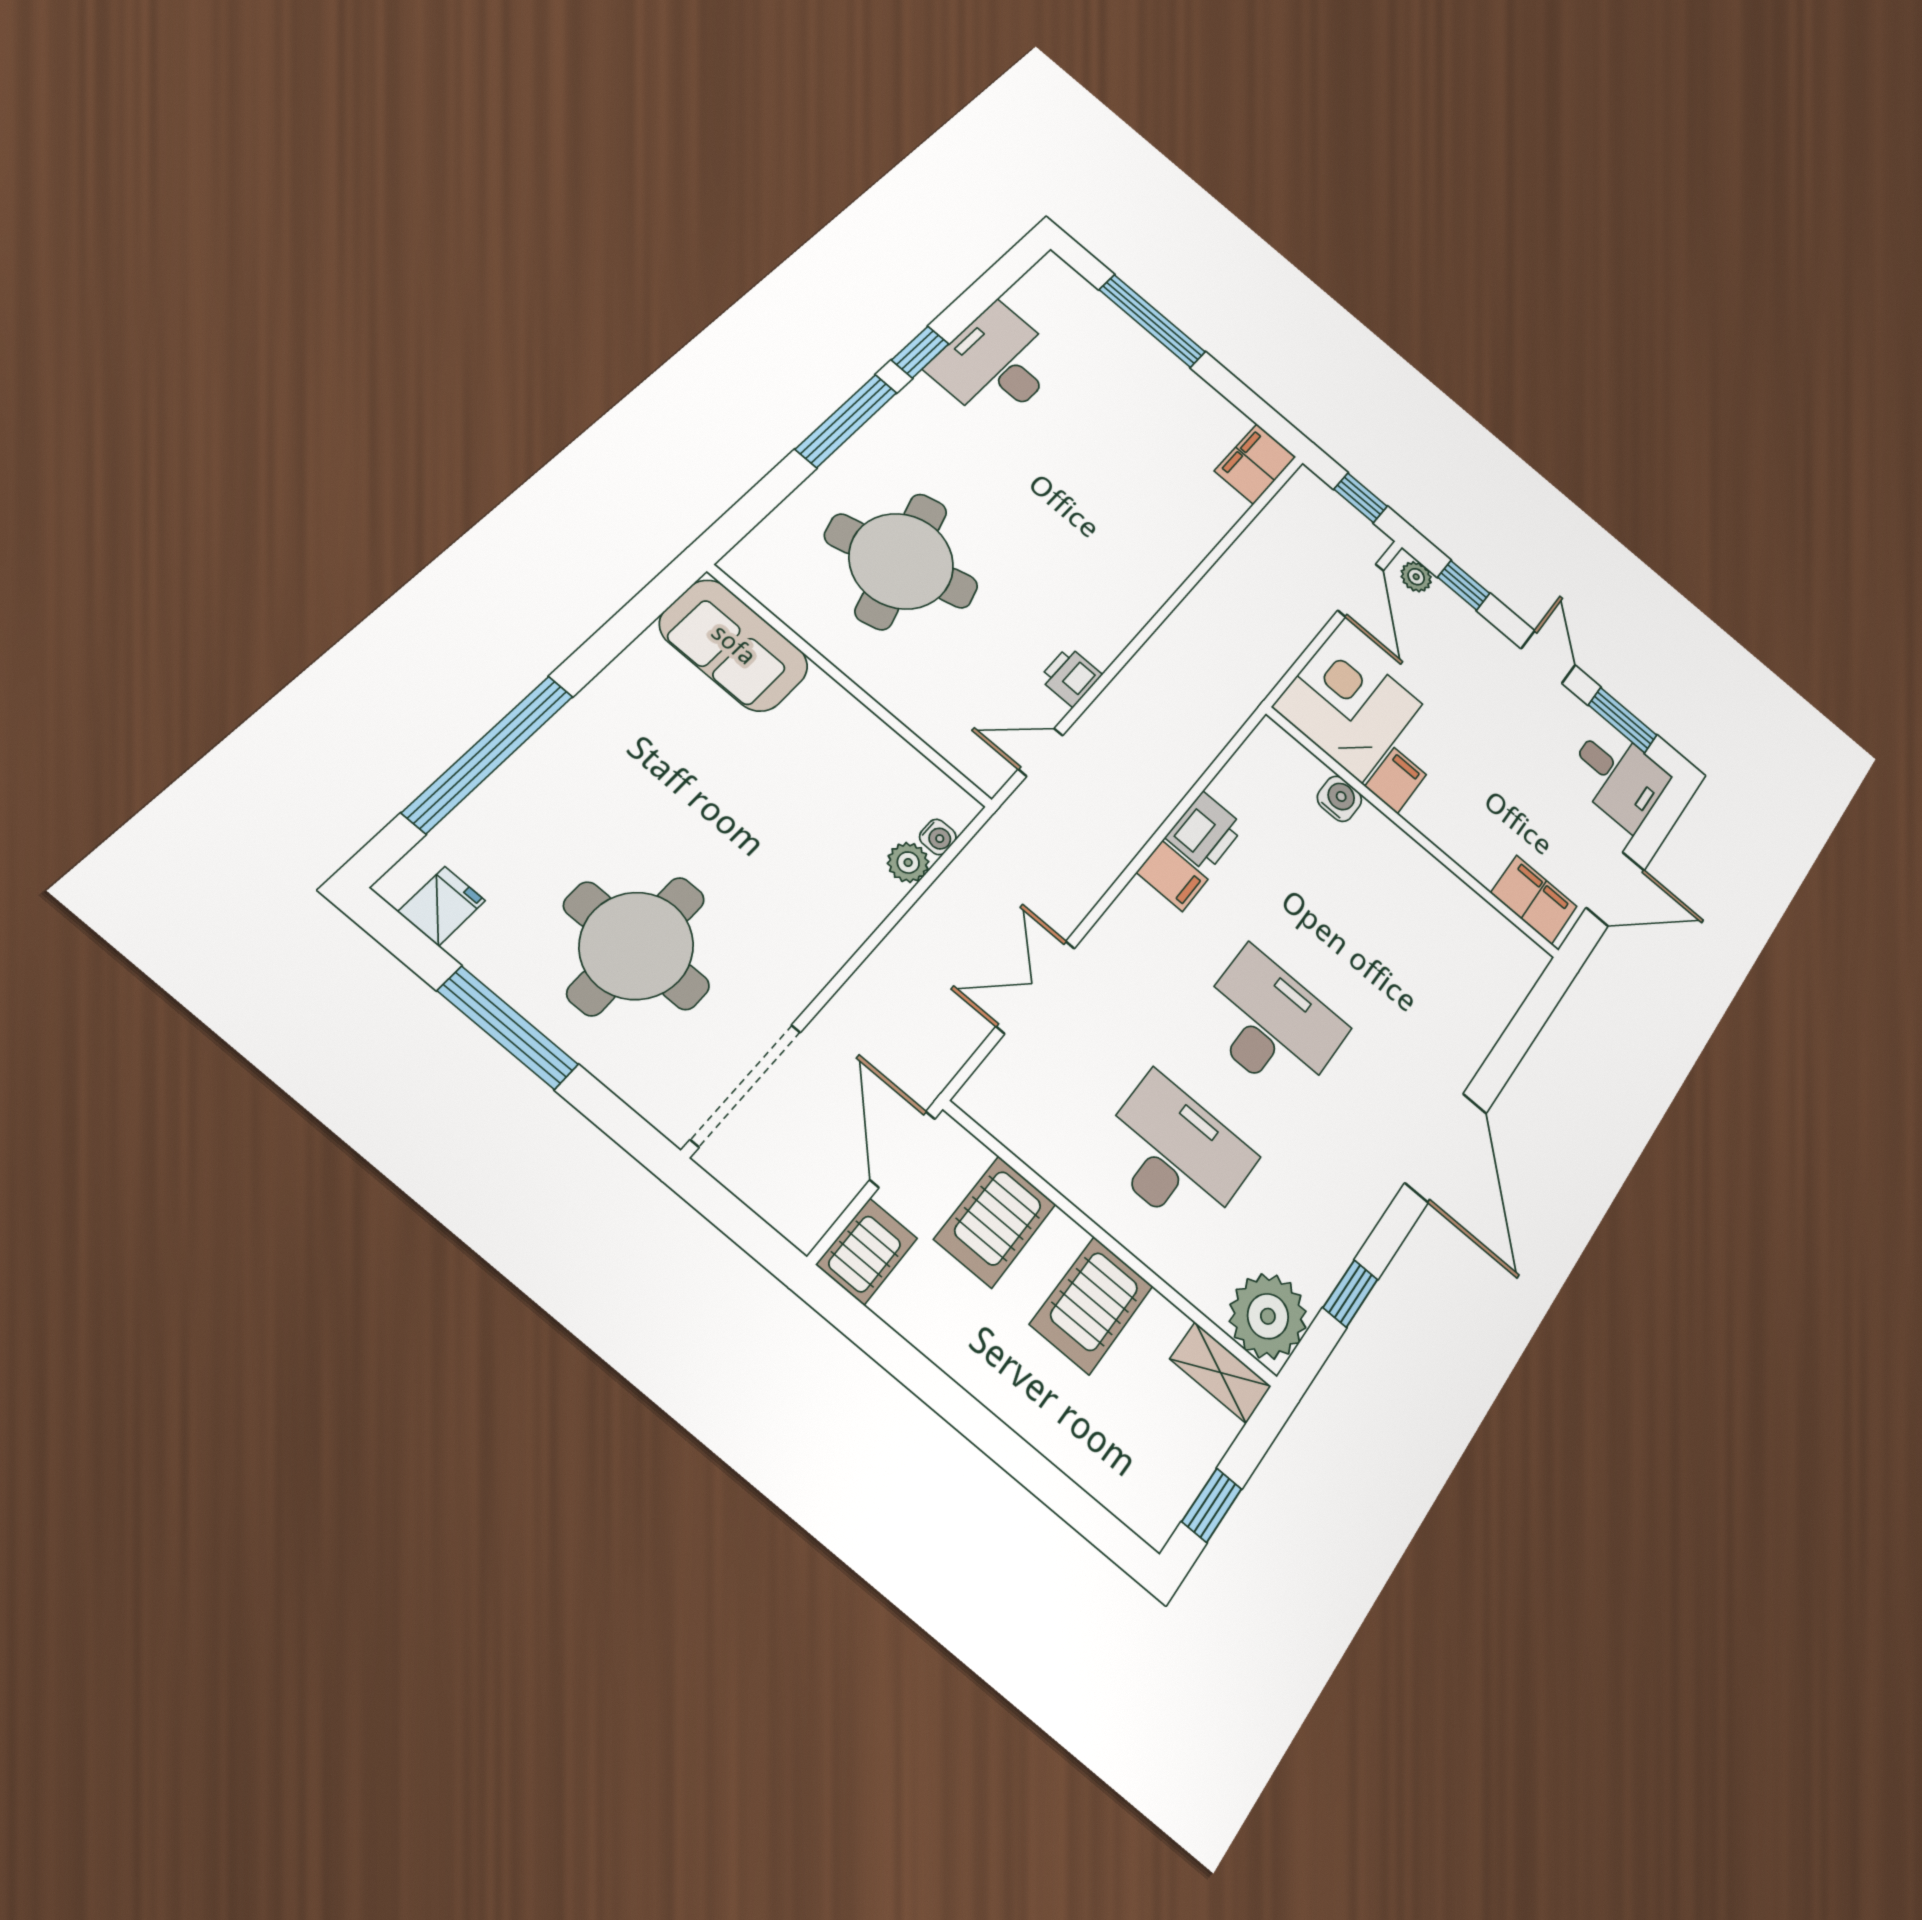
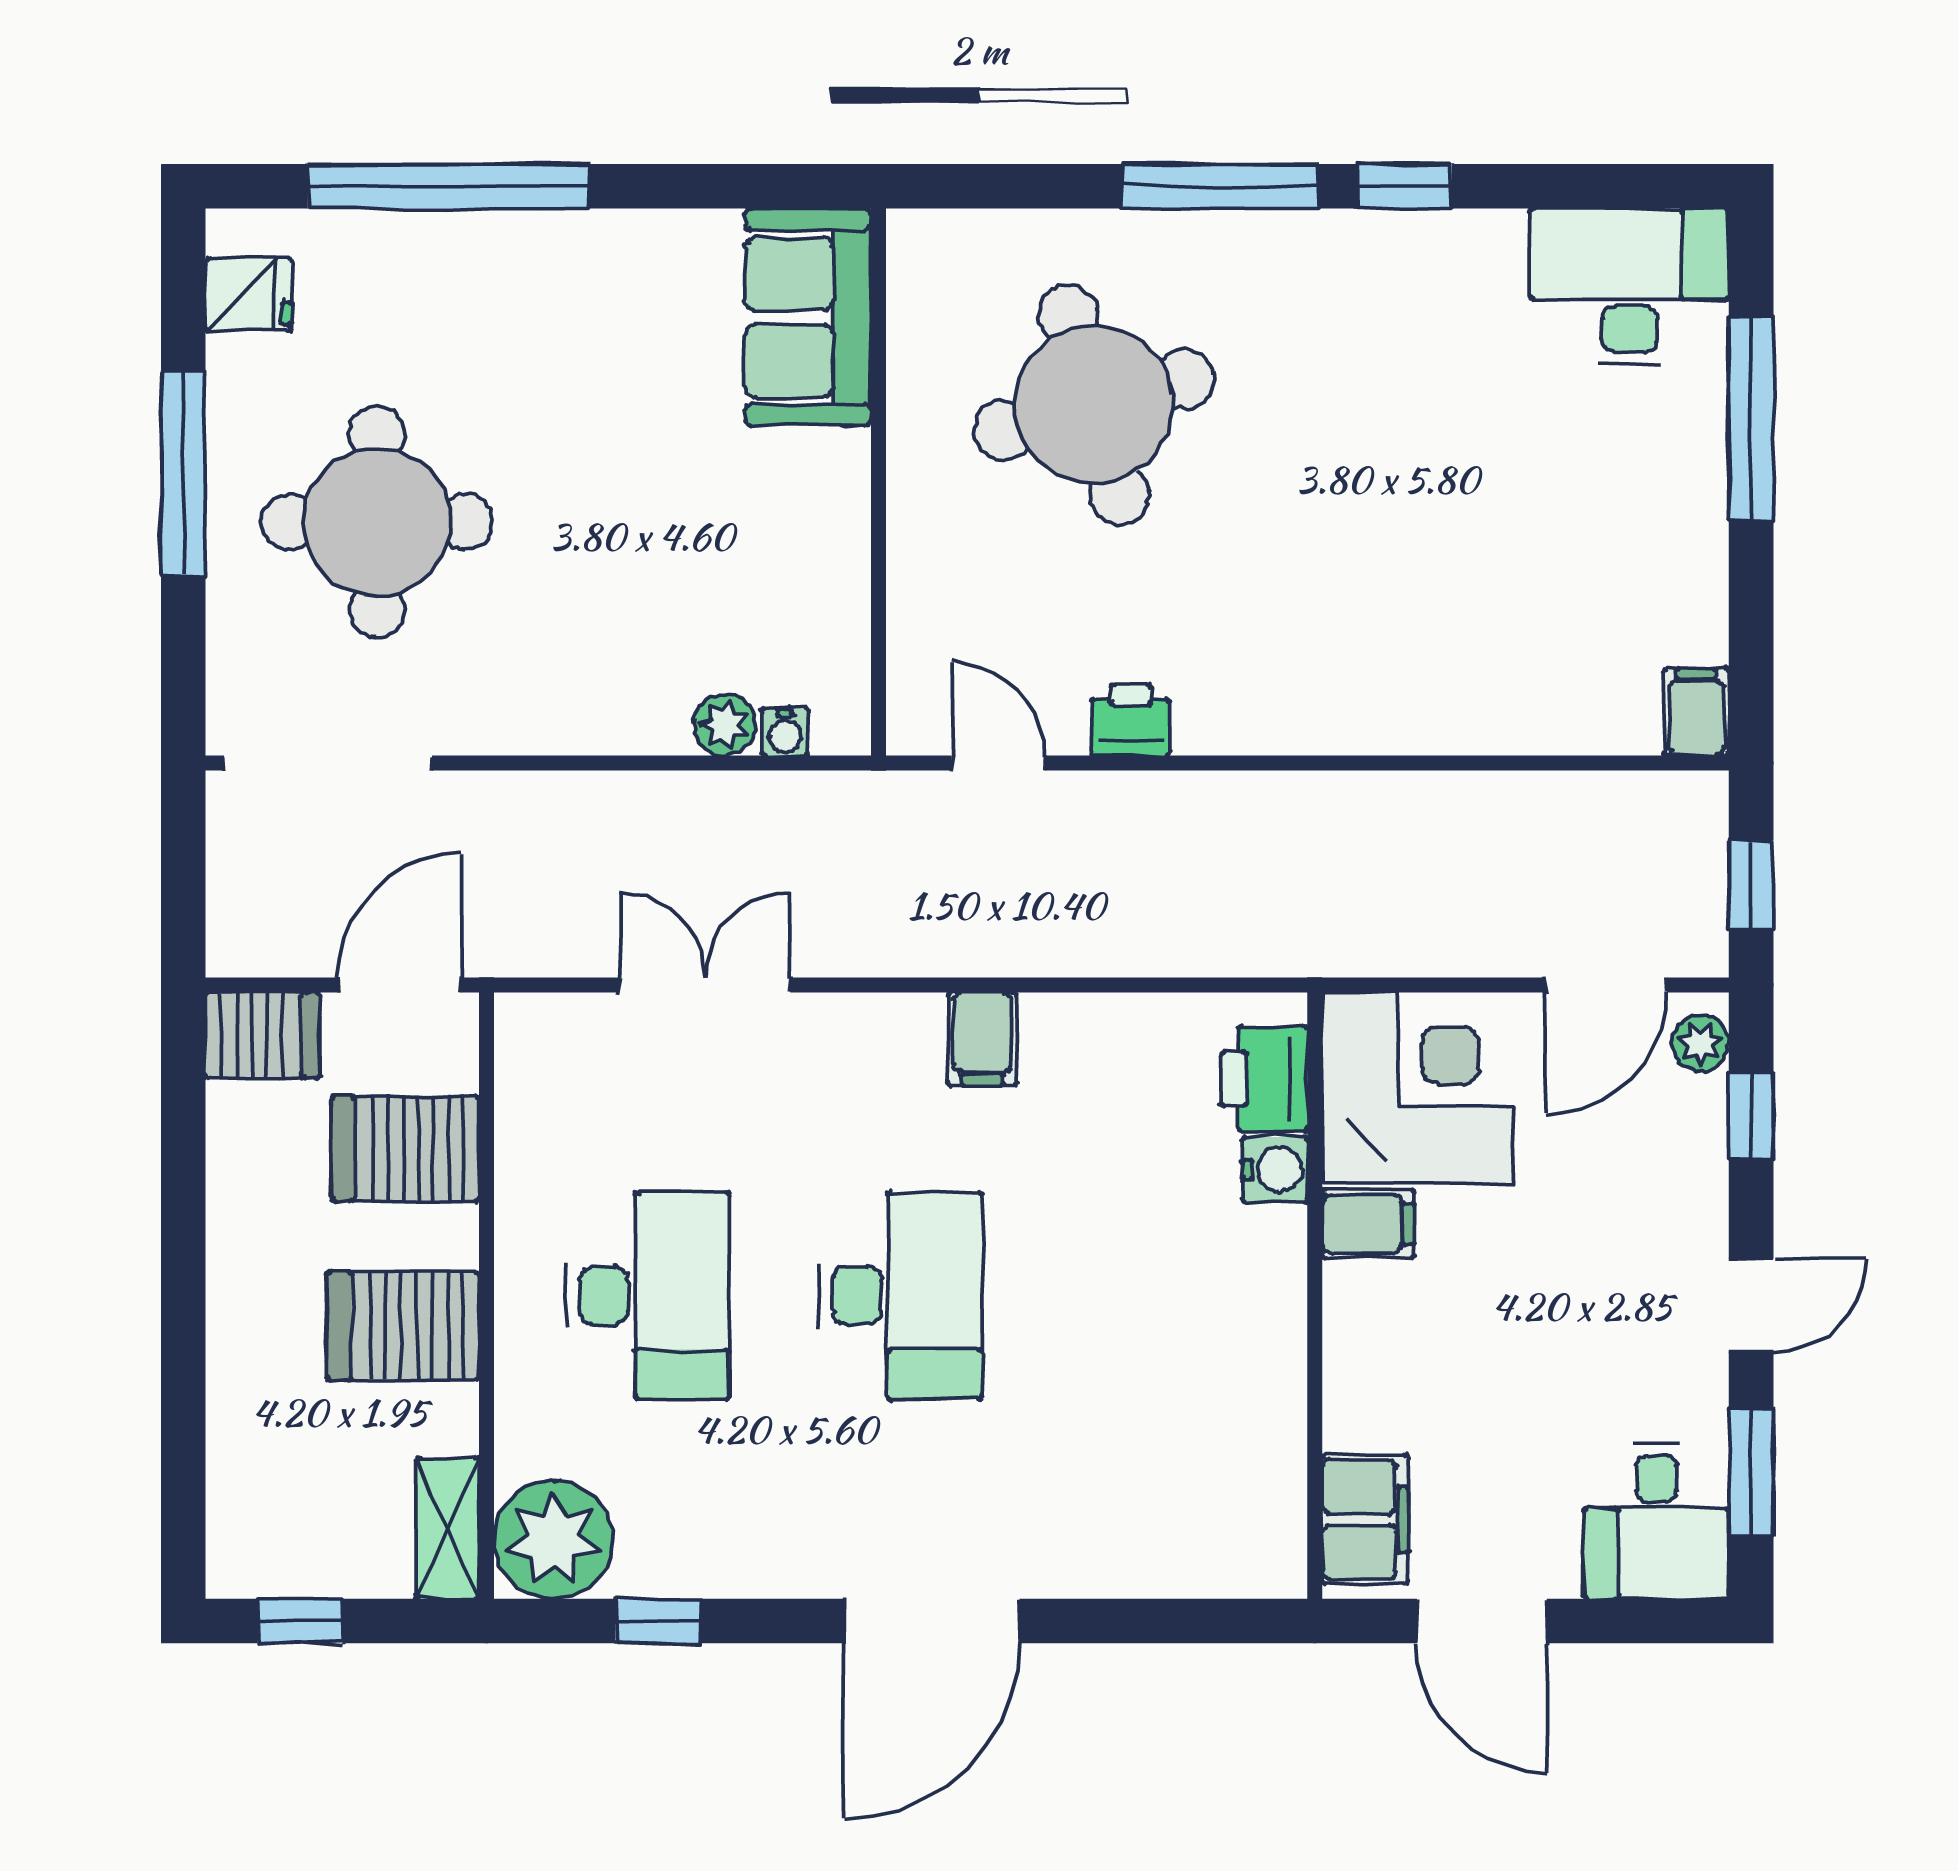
desk: (996, 364) -> (1629, 287), moved
filing cabinet: (1255, 464) -> (1696, 712), width x0.50
printer: (1205, 832) -> (1264, 1079), moved, turned 90

